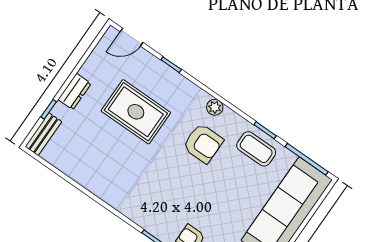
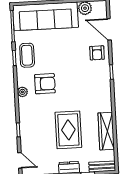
rug: (136, 112) -> (68, 130), moved
armchair: (203, 143) -> (45, 84), turned 90
wardrobe: (84, 174) -> (106, 131), added

